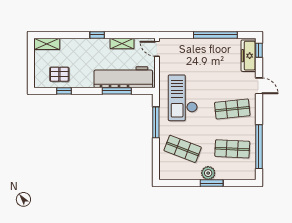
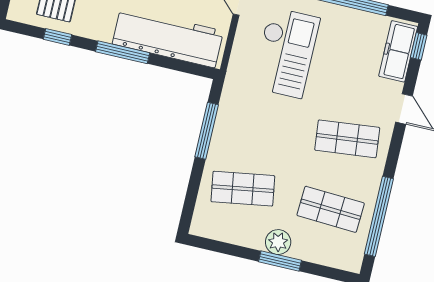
window: (117, 91) -> (123, 52), moved
checkout: (183, 98) -> (286, 53), moved, turned 180
shop shelf: (183, 149) -> (243, 189), turned -30

